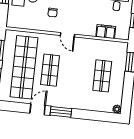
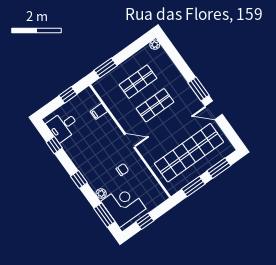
filing cabinet: (106, 32) -> (99, 111), width x0.50
door: (68, 35) -> (130, 141), hinge flipped
shop shelf: (50, 70) -> (155, 105), moved

